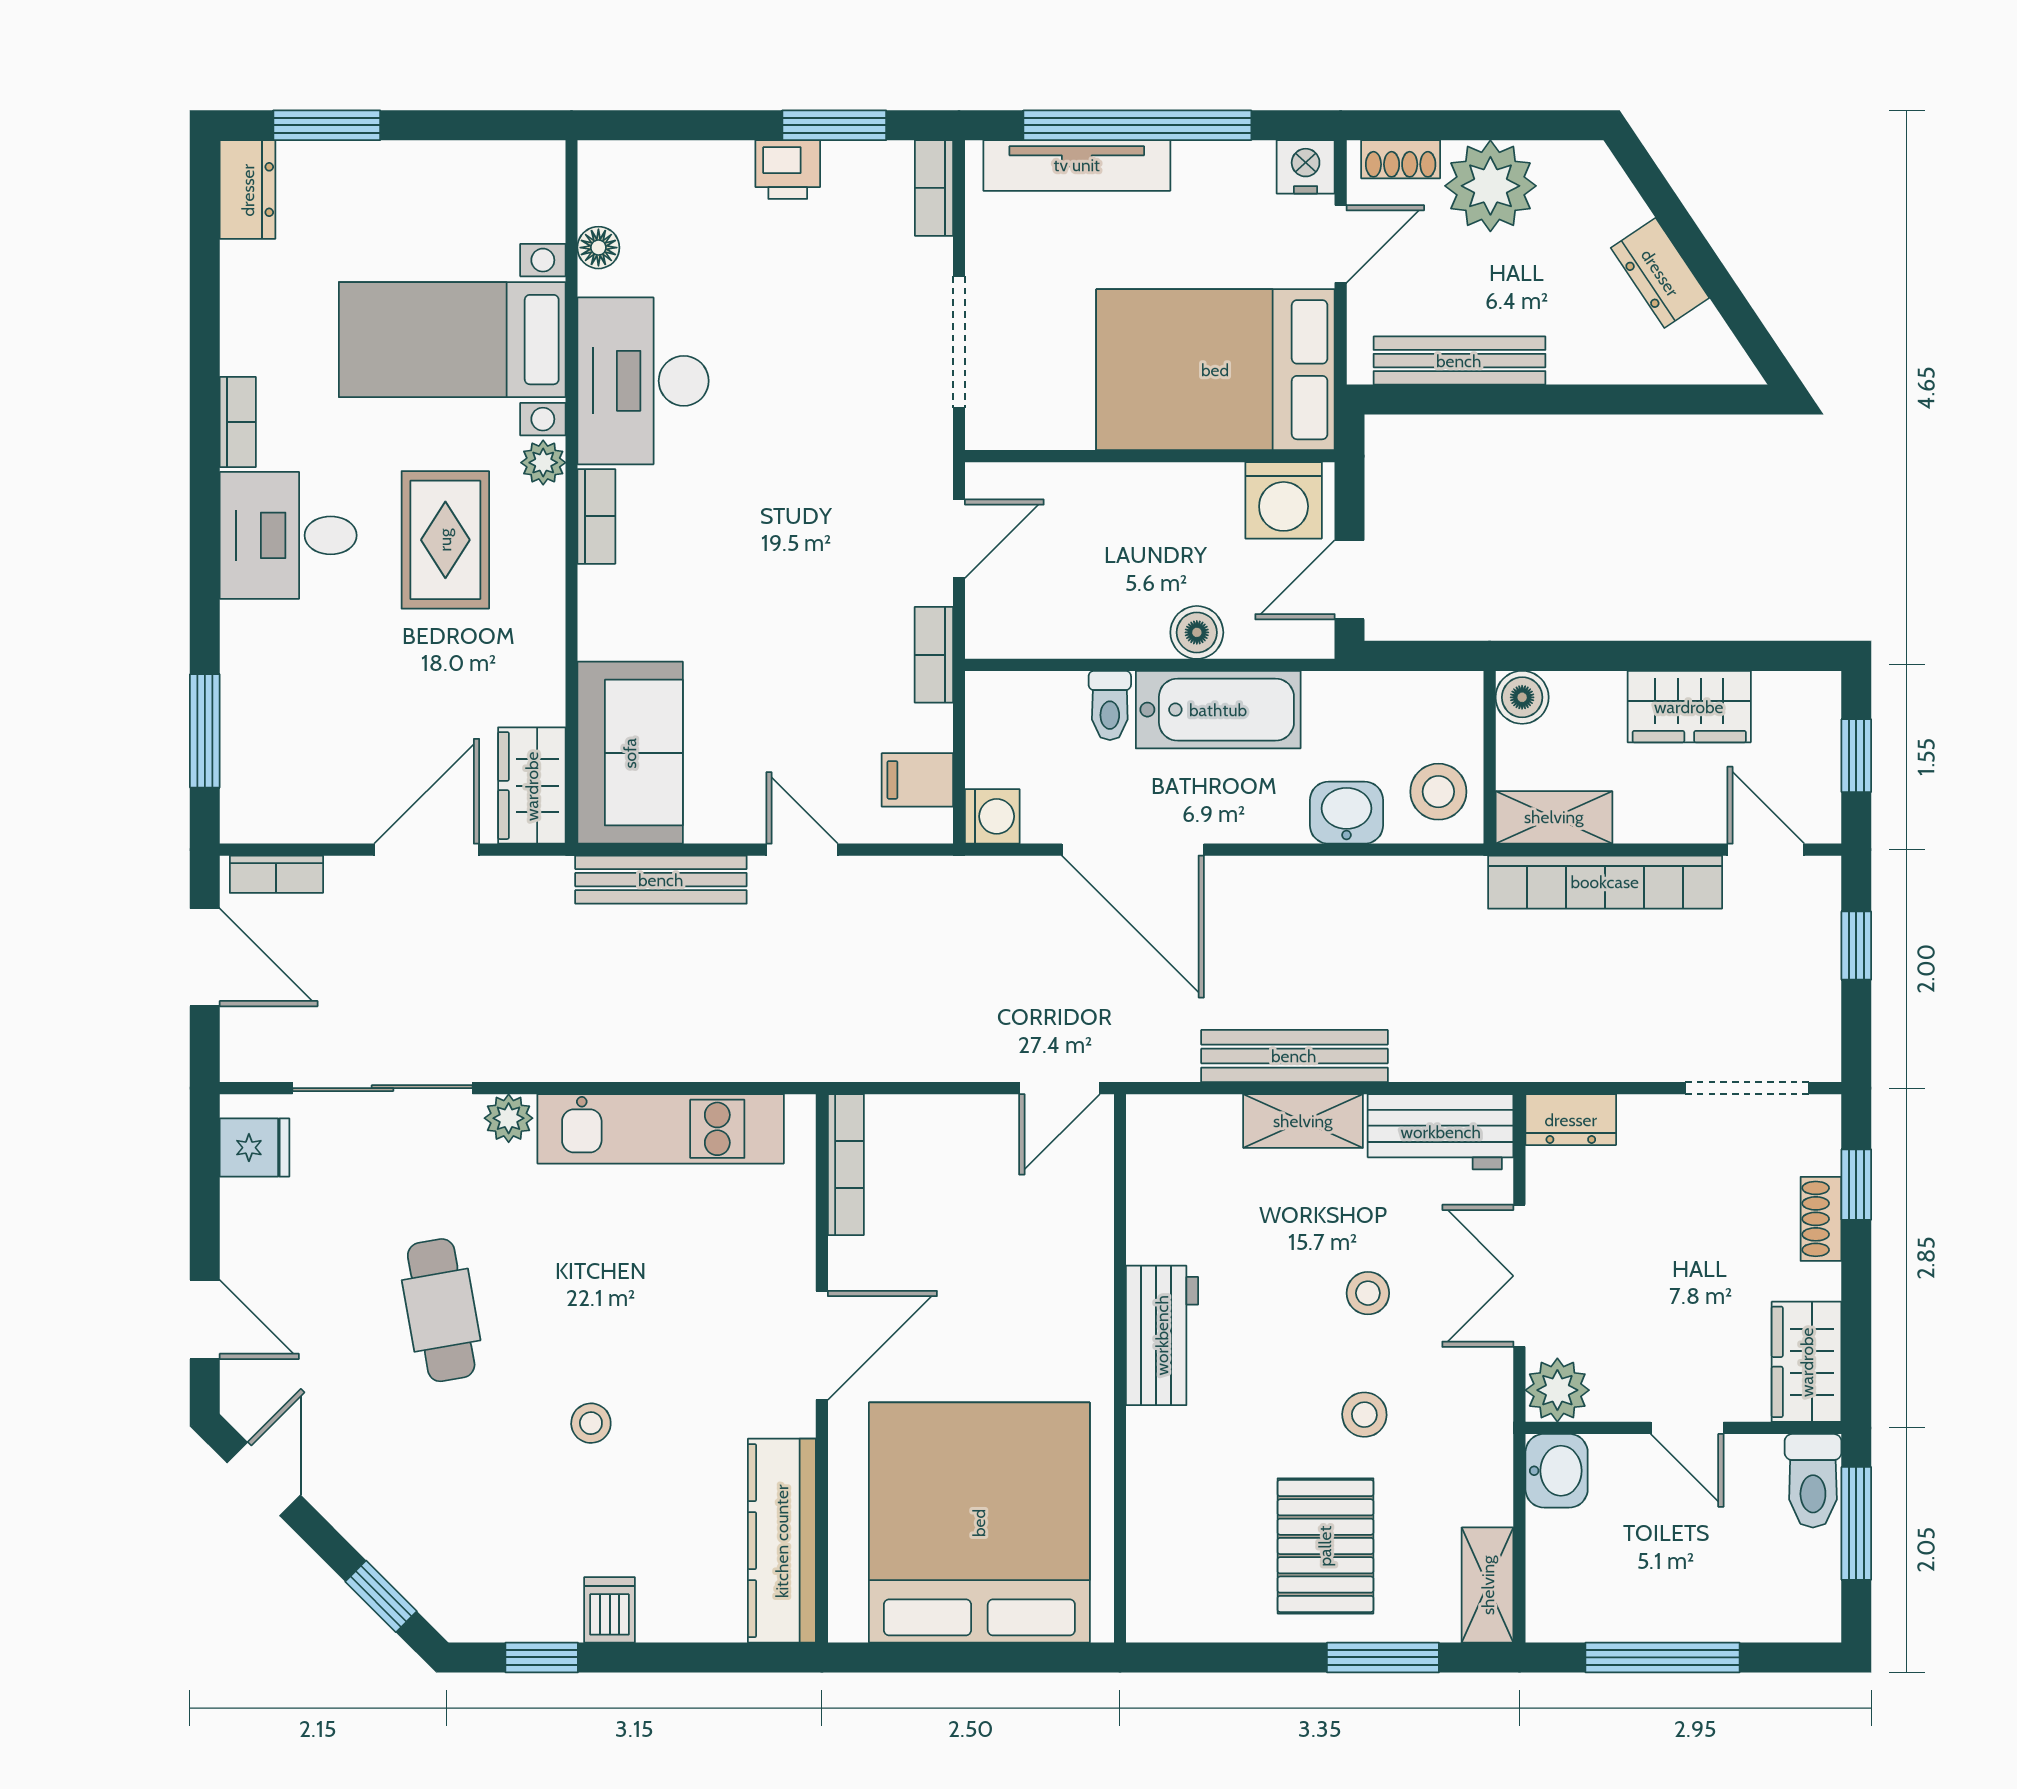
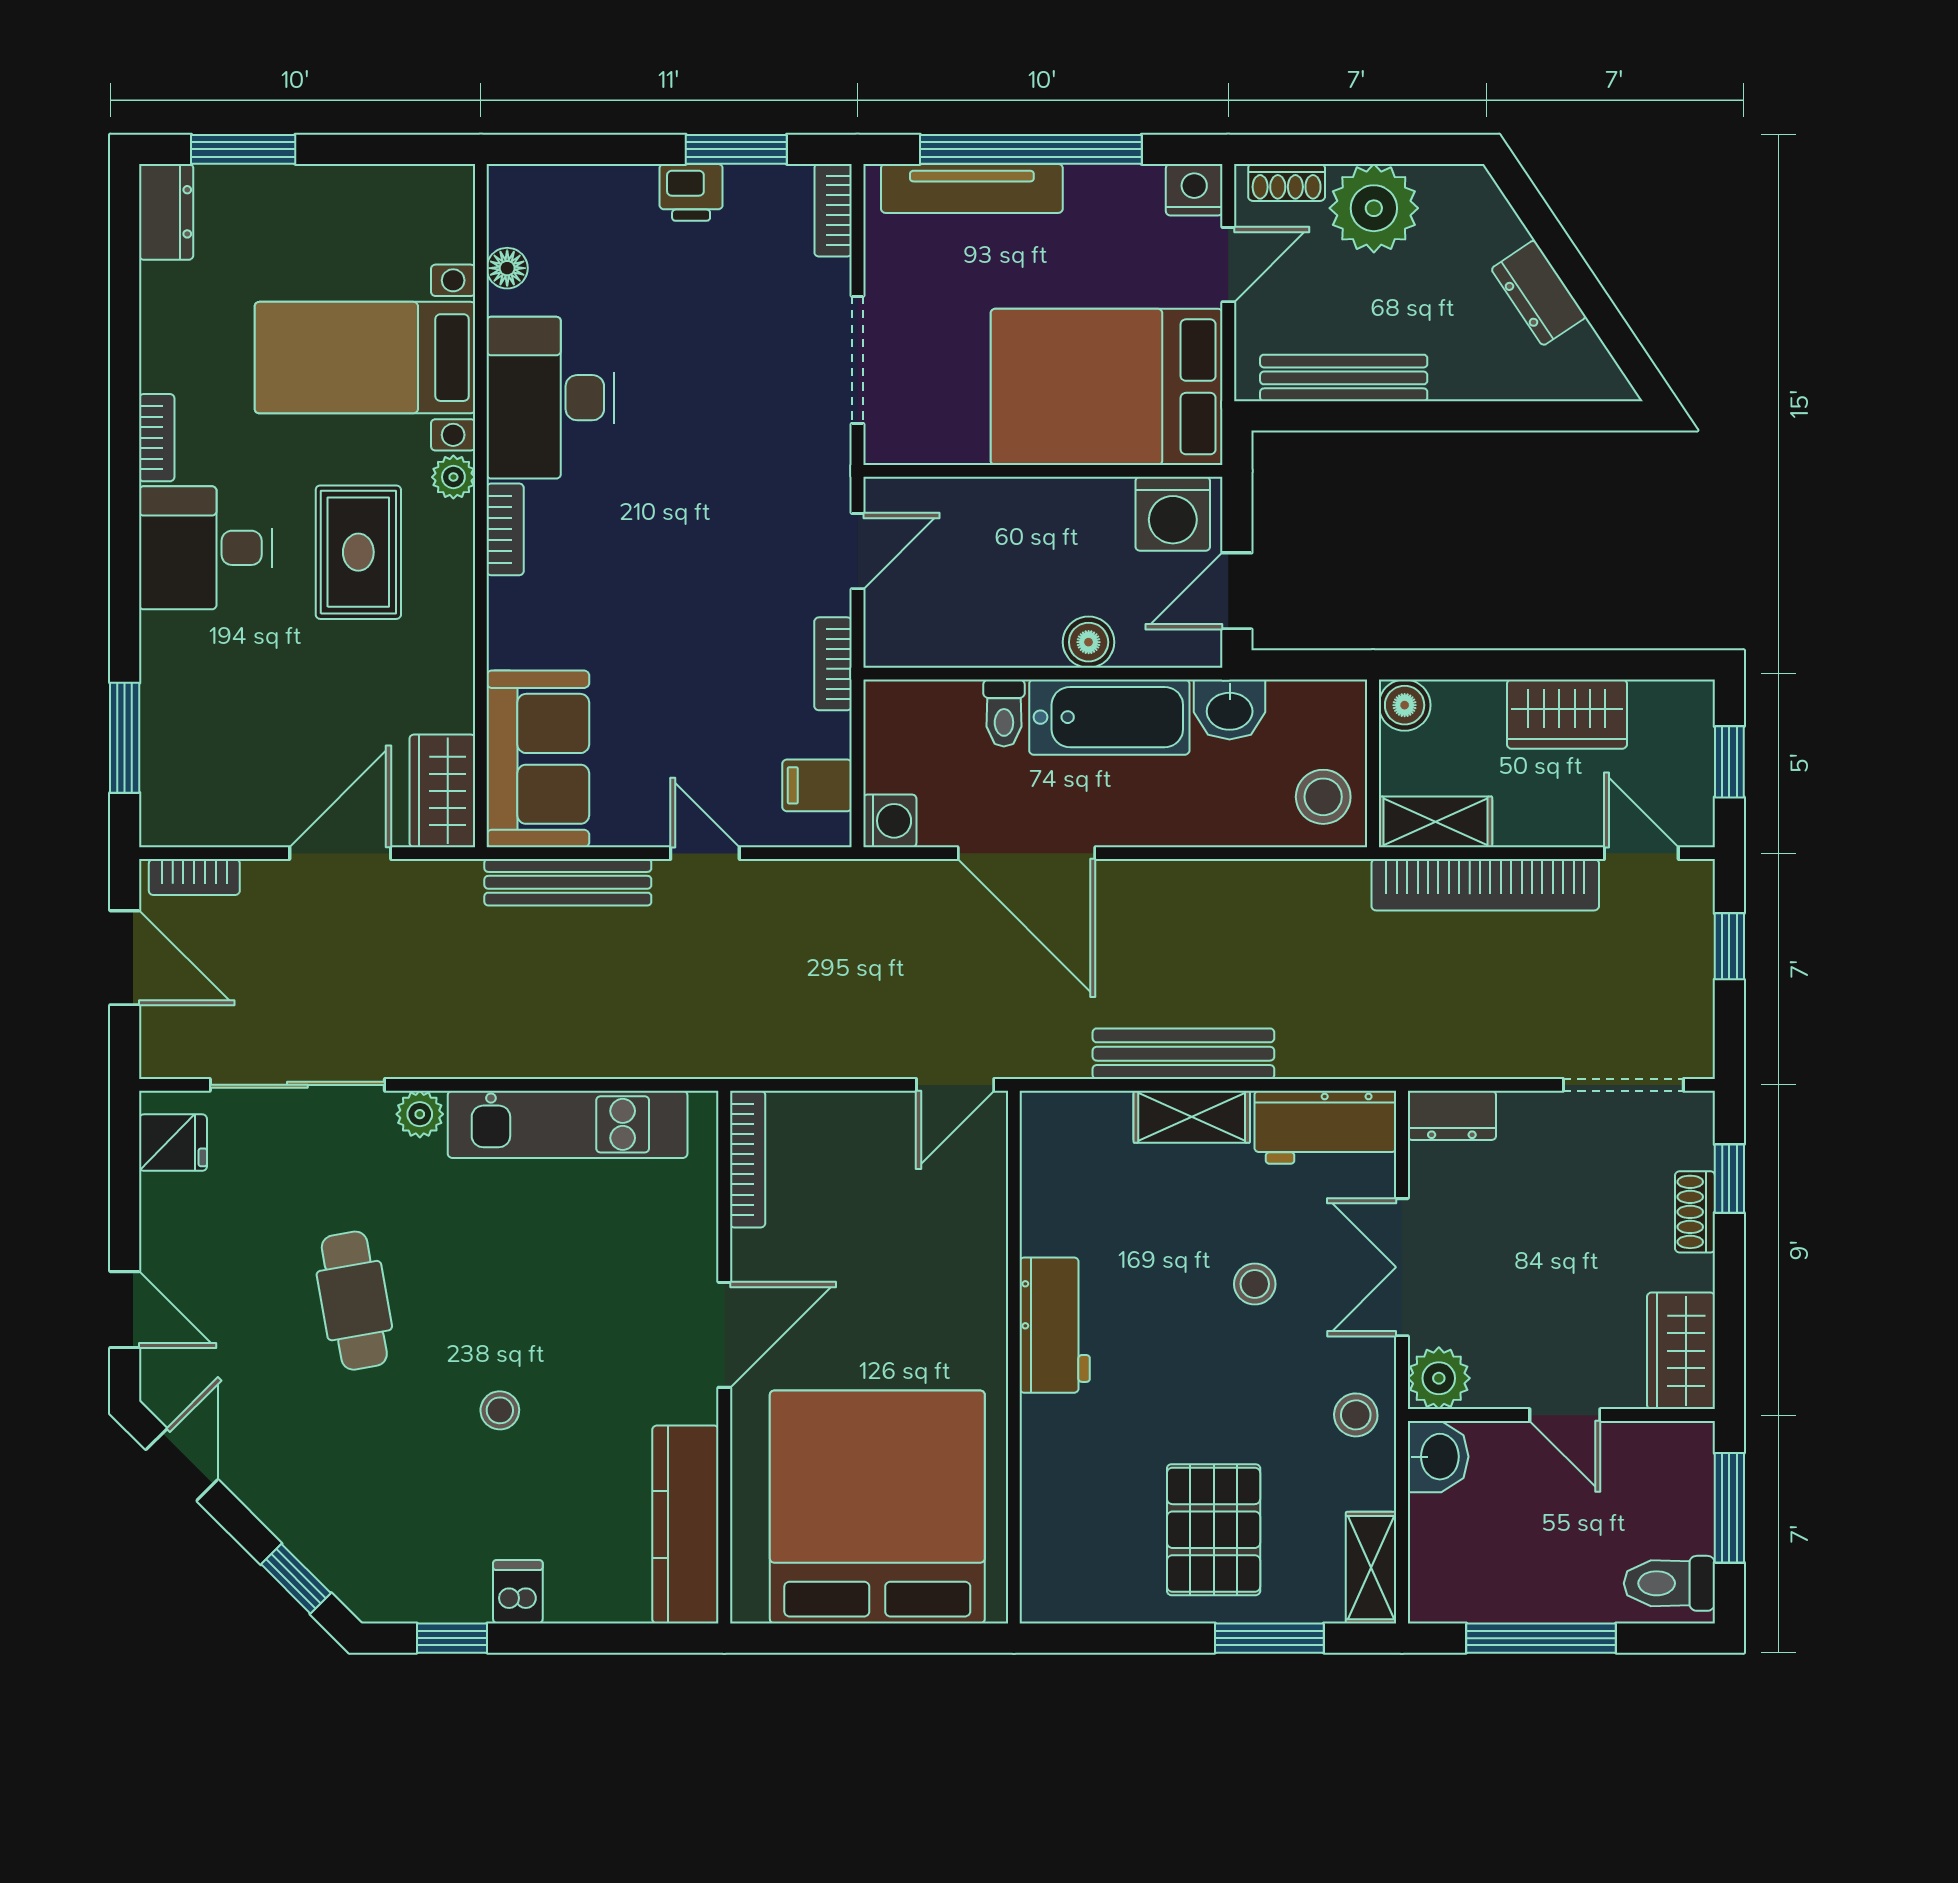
washbasin: (1346, 813) -> (1230, 709), moved, turned 180
stool: (1364, 1415) -> (1356, 1415), moved
toilet: (1813, 1481) -> (1669, 1583), moved, turned 90

